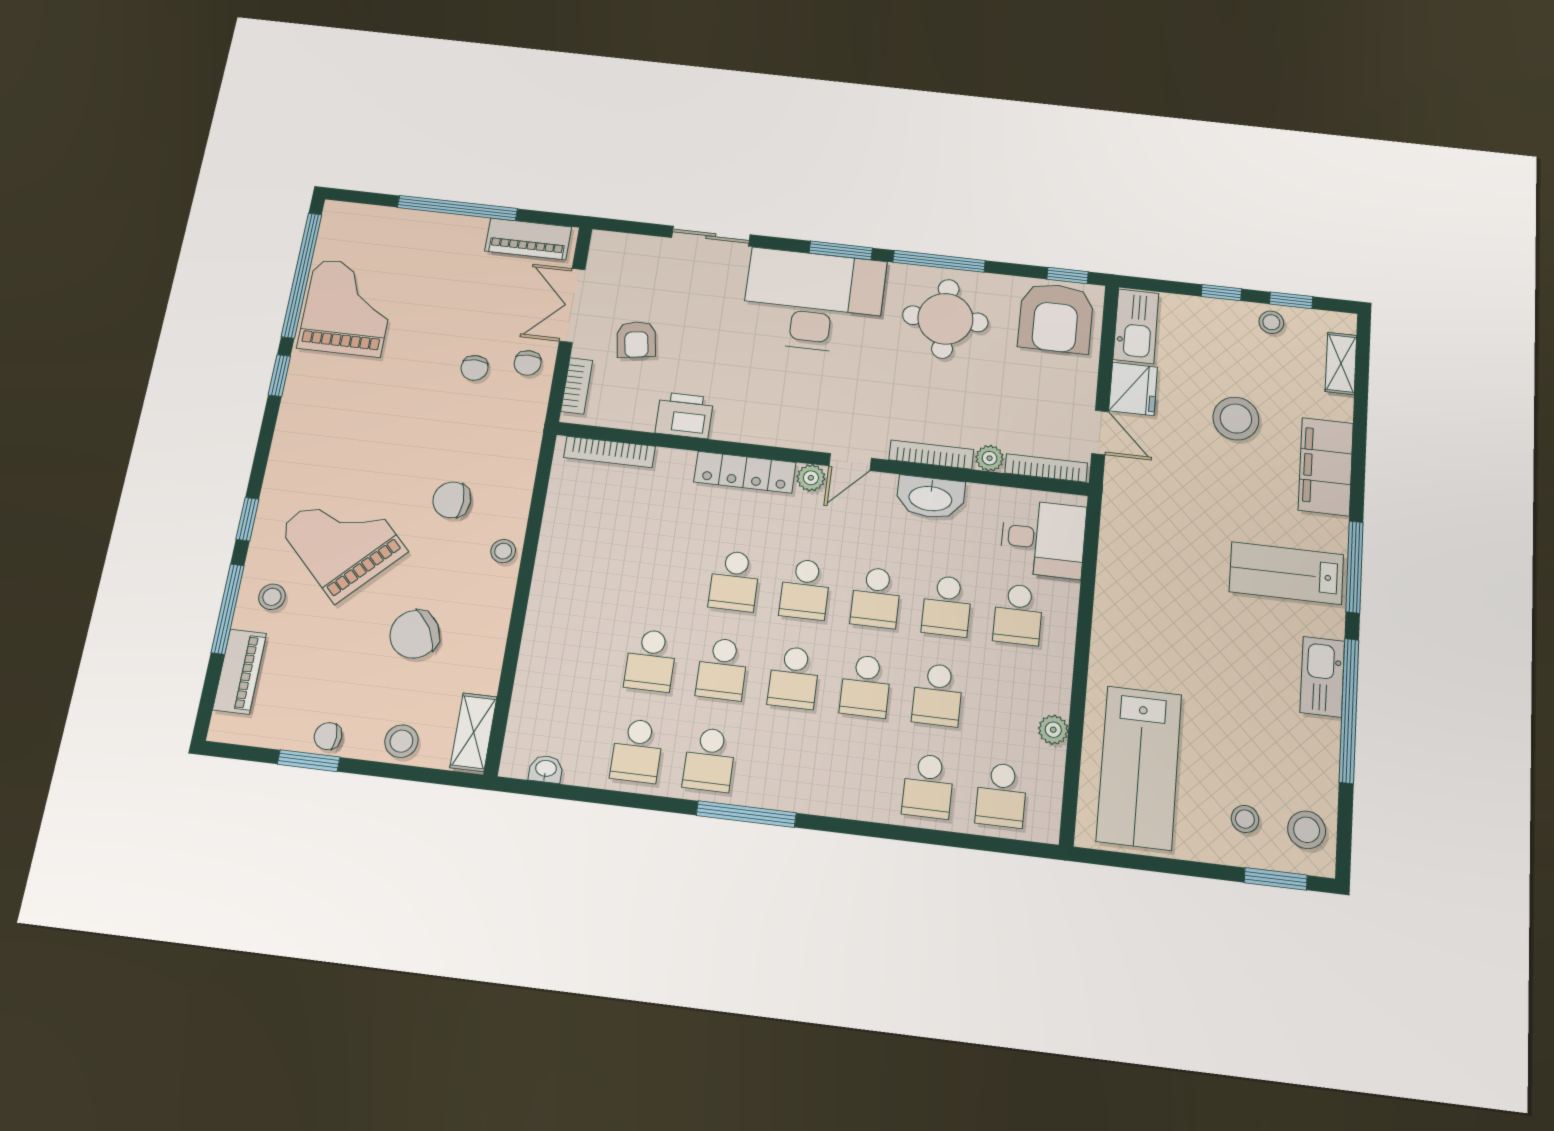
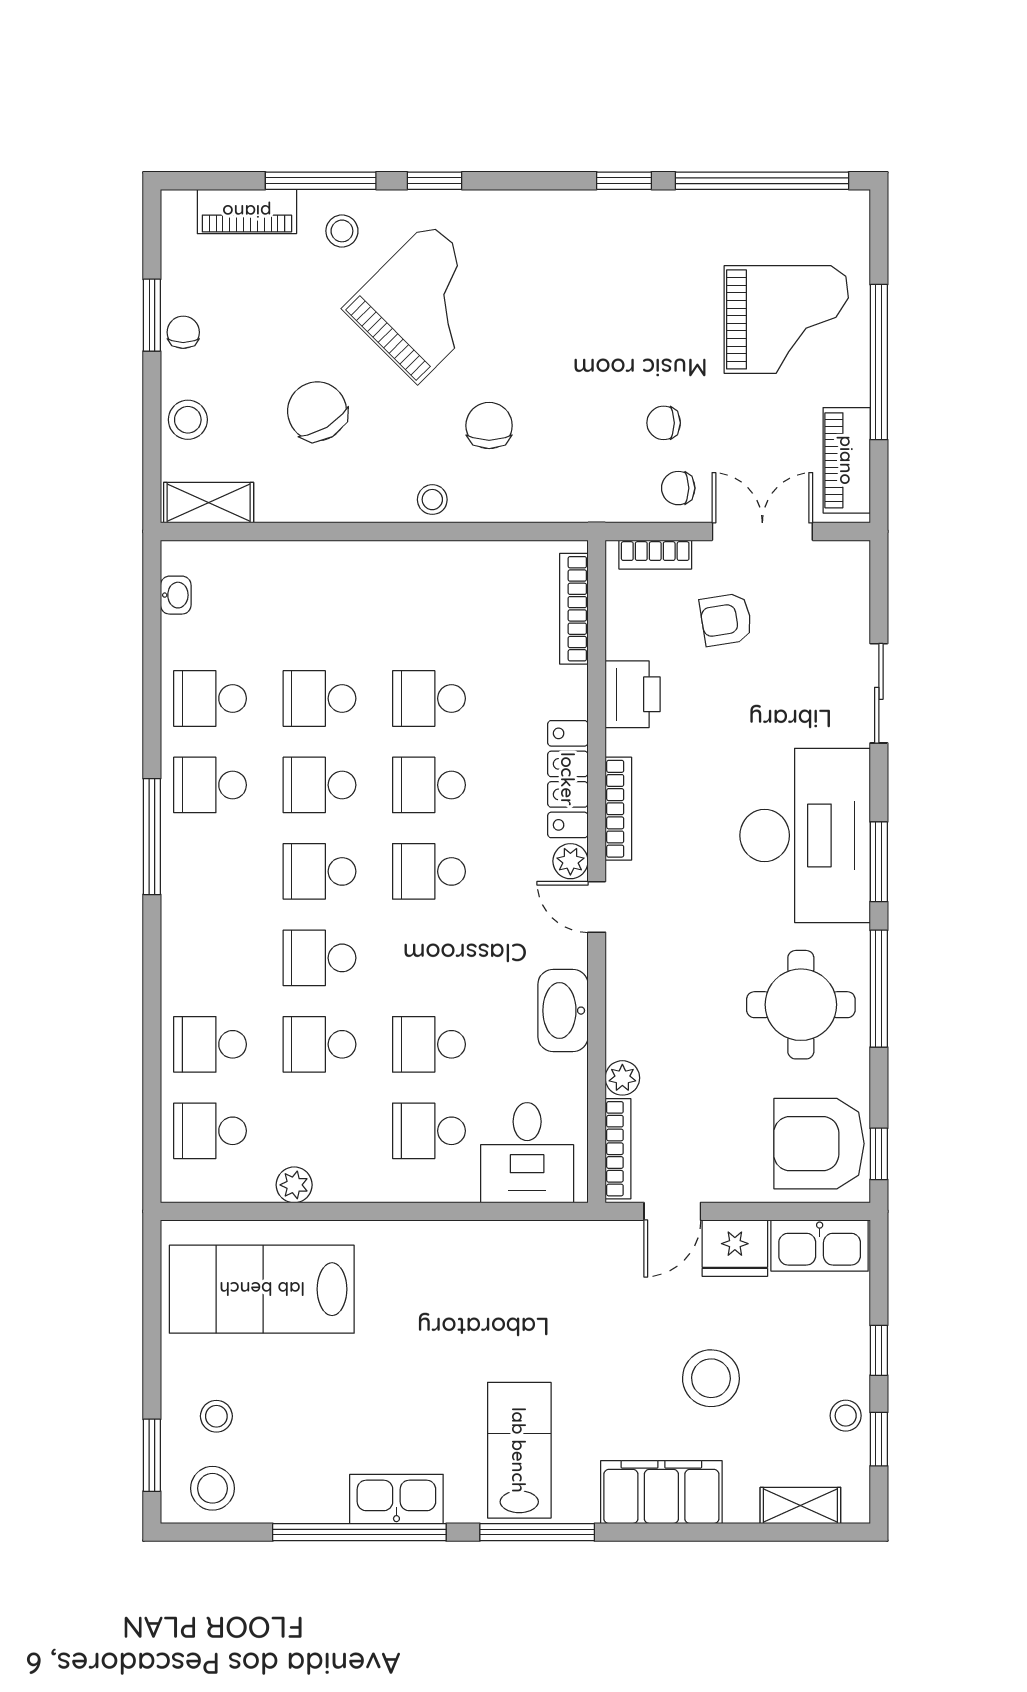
grand piano: (348, 308) -> (786, 319), moved
bookcase: (931, 455) -> (618, 809), moved
school desk: (876, 598) -> (429, 698), moved

